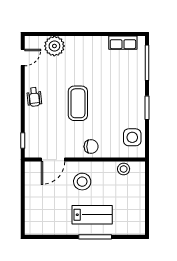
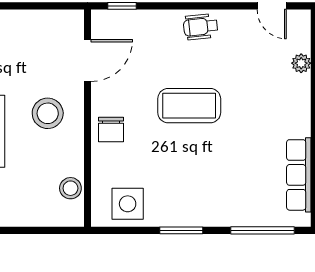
row of seats: (123, 43) -> (299, 175), width x1.48
plant: (54, 46) -> (301, 63), width x0.53, depth x0.53
door: (53, 160) -> (88, 61), swing flipped

